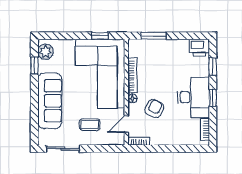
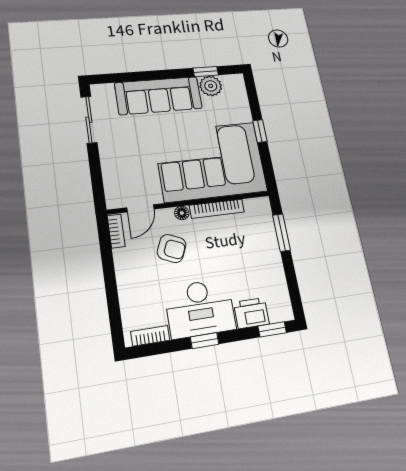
window: (100, 36) -> (260, 131), moved
printer: (199, 47) -> (251, 313), moved, turned 90
plant: (46, 52) -> (211, 86), moved
window: (213, 67) -> (272, 329), moved
door: (126, 124) -> (140, 208), swing flipped
coffee table: (90, 125) -> (131, 154), removed

